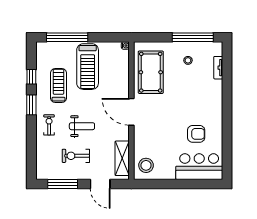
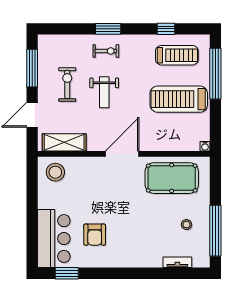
treadmill: (58, 86) -> (177, 55), moved
window: (31, 105) -> (108, 29), moved
window: (227, 156) -> (67, 273), added

